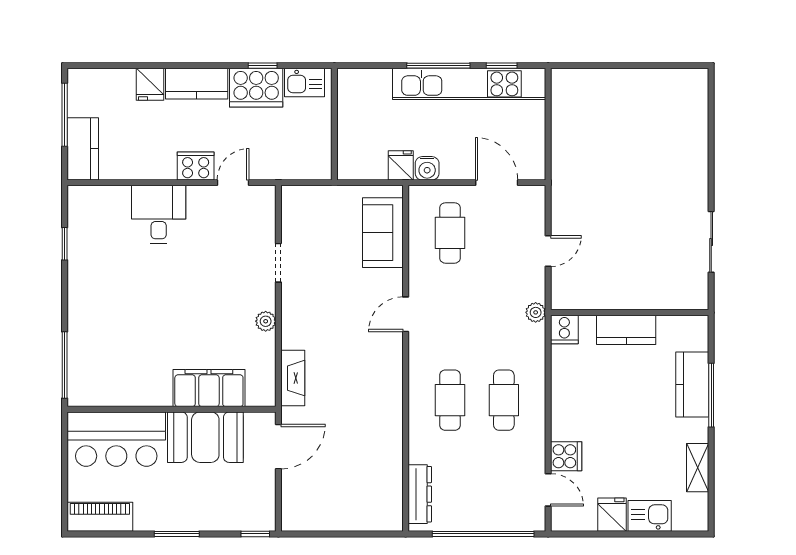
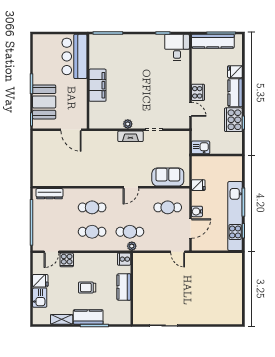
kitchen sink: (305, 83) -> (201, 147), moved, turned 90
kitchen counter: (83, 149) -> (213, 41), width x1.50
water cooler: (427, 168) -> (197, 211), moved
desk: (159, 214) -> (177, 47), moved, turned -90
door: (548, 251) -> (178, 252), moved
door: (406, 314) -> (131, 187), swing flipped
cafe table: (504, 317) -> (130, 232), added
fireplace: (293, 378) -> (130, 136), moved
kitchen counter: (692, 384) -> (88, 317), moved
filing cabinet: (209, 388) -> (97, 85), moved
trolley: (627, 411) -> (87, 288), added
booth: (205, 437) -> (44, 102), moved
piano: (100, 517) -> (39, 49), removed

